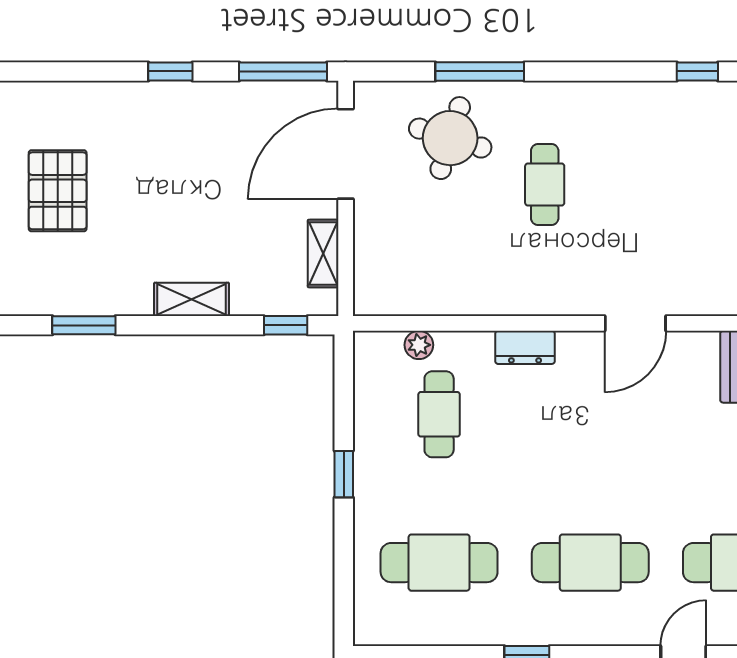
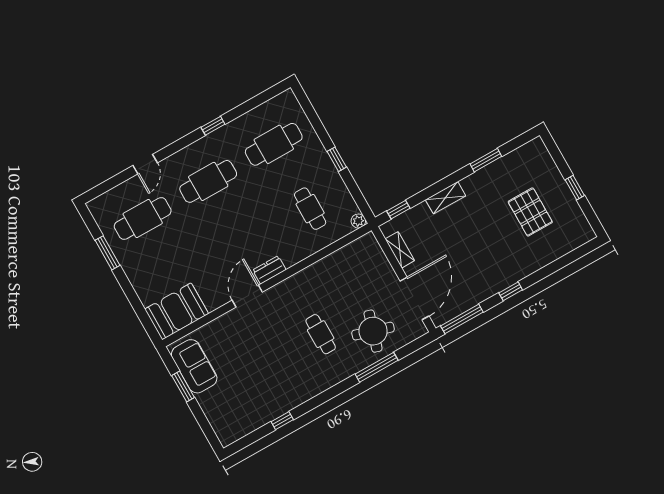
plant: (419, 345) -> (358, 221), moved
dresser: (525, 347) -> (269, 270), moved

